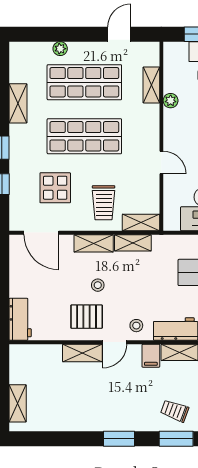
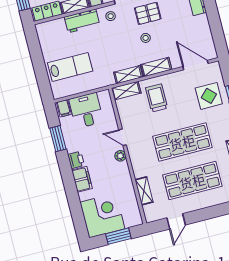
plant: (60, 49) -> (216, 200), removed
plant: (171, 101) -> (120, 156), moved
display table: (55, 188) -> (209, 96), moved

